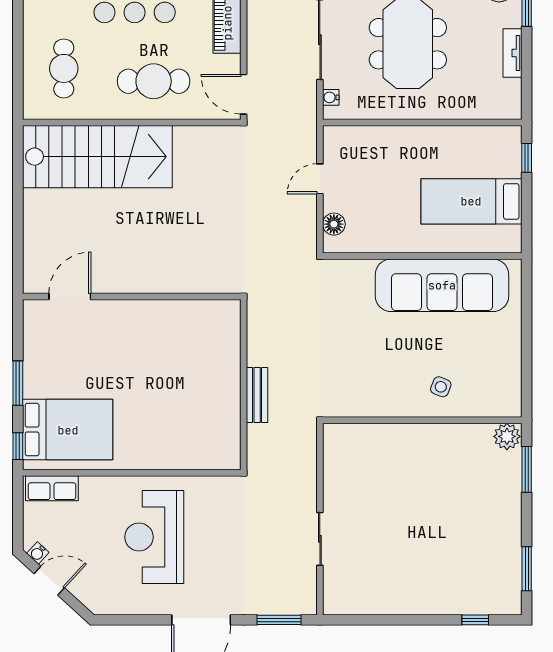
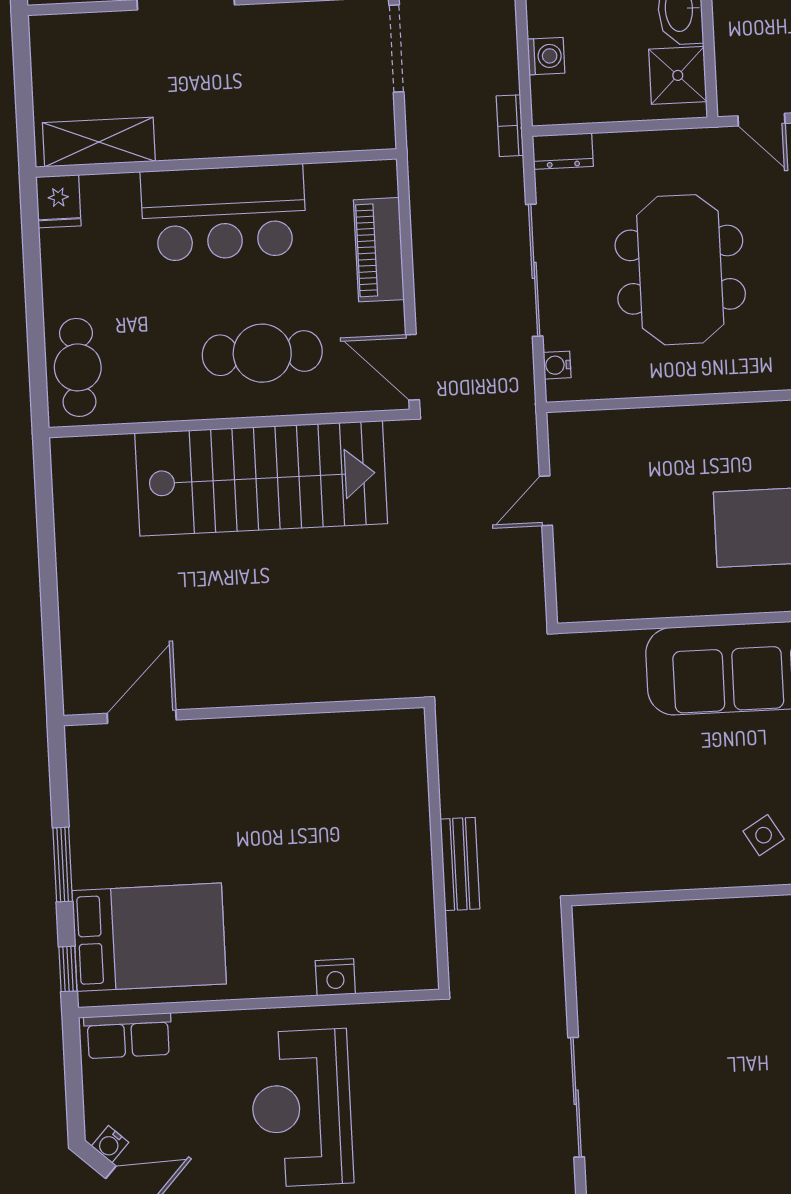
cafe table: (64, 68) -> (78, 367), moved
stairs: (97, 157) -> (261, 478), moved
floor lamp: (334, 224) -> (573, 575), removed
side table: (441, 387) -> (764, 835), turned 37
nightstand: (179, 459) -> (335, 977), added
sliding door: (320, 539) -> (576, 1097), width x1.37

